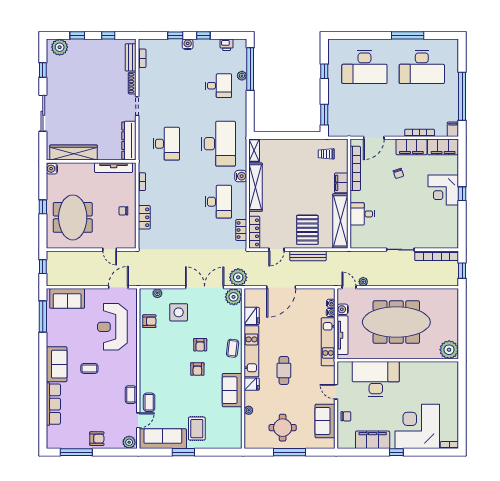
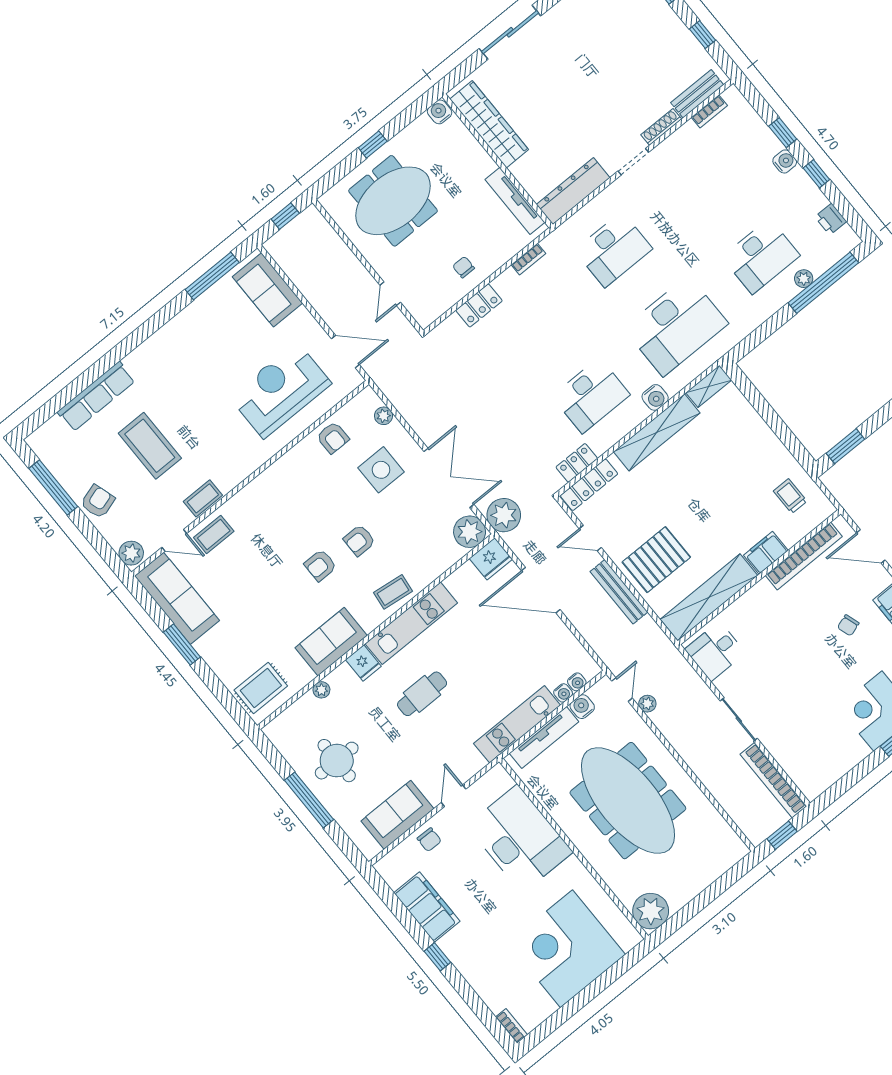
desk: (218, 86) -> (761, 256), width x1.37
desk: (362, 214) -> (715, 651), moved, turned -90
fridge: (252, 316) -> (491, 559), moved
sofa: (57, 364) -> (159, 353), removed
coffee table: (89, 368) -> (150, 446), moved, width x1.86, depth x1.72
corner desk: (417, 426) -> (566, 949), moved, turned -90
rug: (197, 429) -> (261, 688), moved
armchair: (97, 439) -> (98, 502), turned -107

